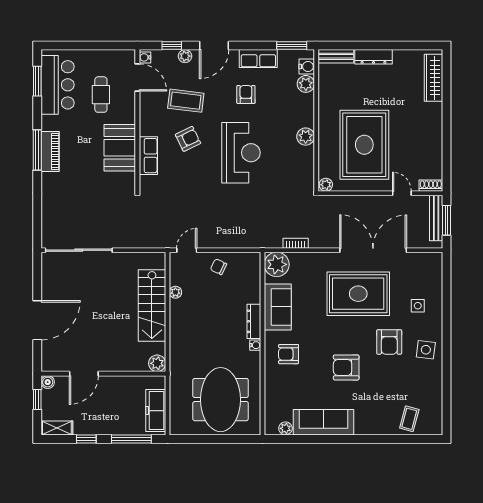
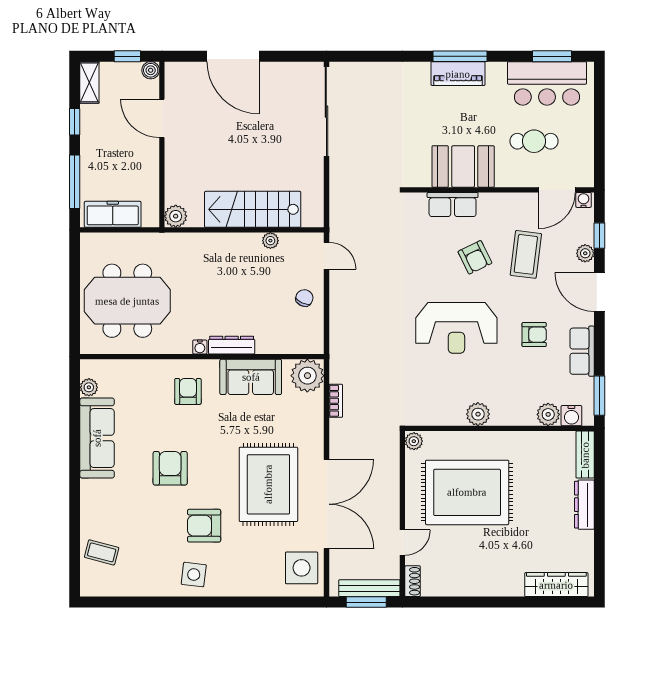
side table: (418, 306) -> (302, 568), moved, width x1.87, depth x1.87

